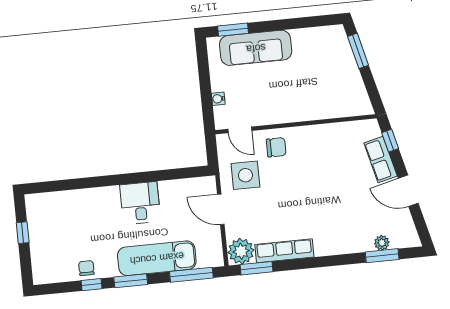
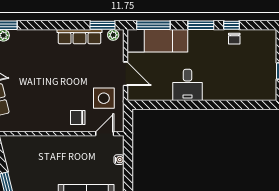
door: (240, 130) -> (105, 134), hinge flipped
plant: (241, 251) -> (113, 35), width x0.53, depth x0.53
exam couch: (157, 258) -> (157, 41), moved

